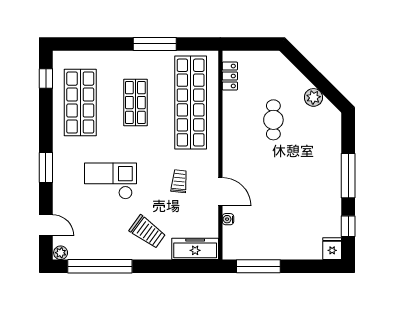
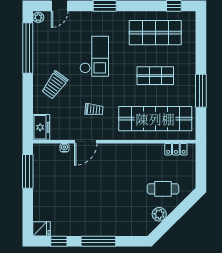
cafe table: (273, 120) -> (163, 189), moved
freezer: (195, 249) -> (41, 127), width x0.71

